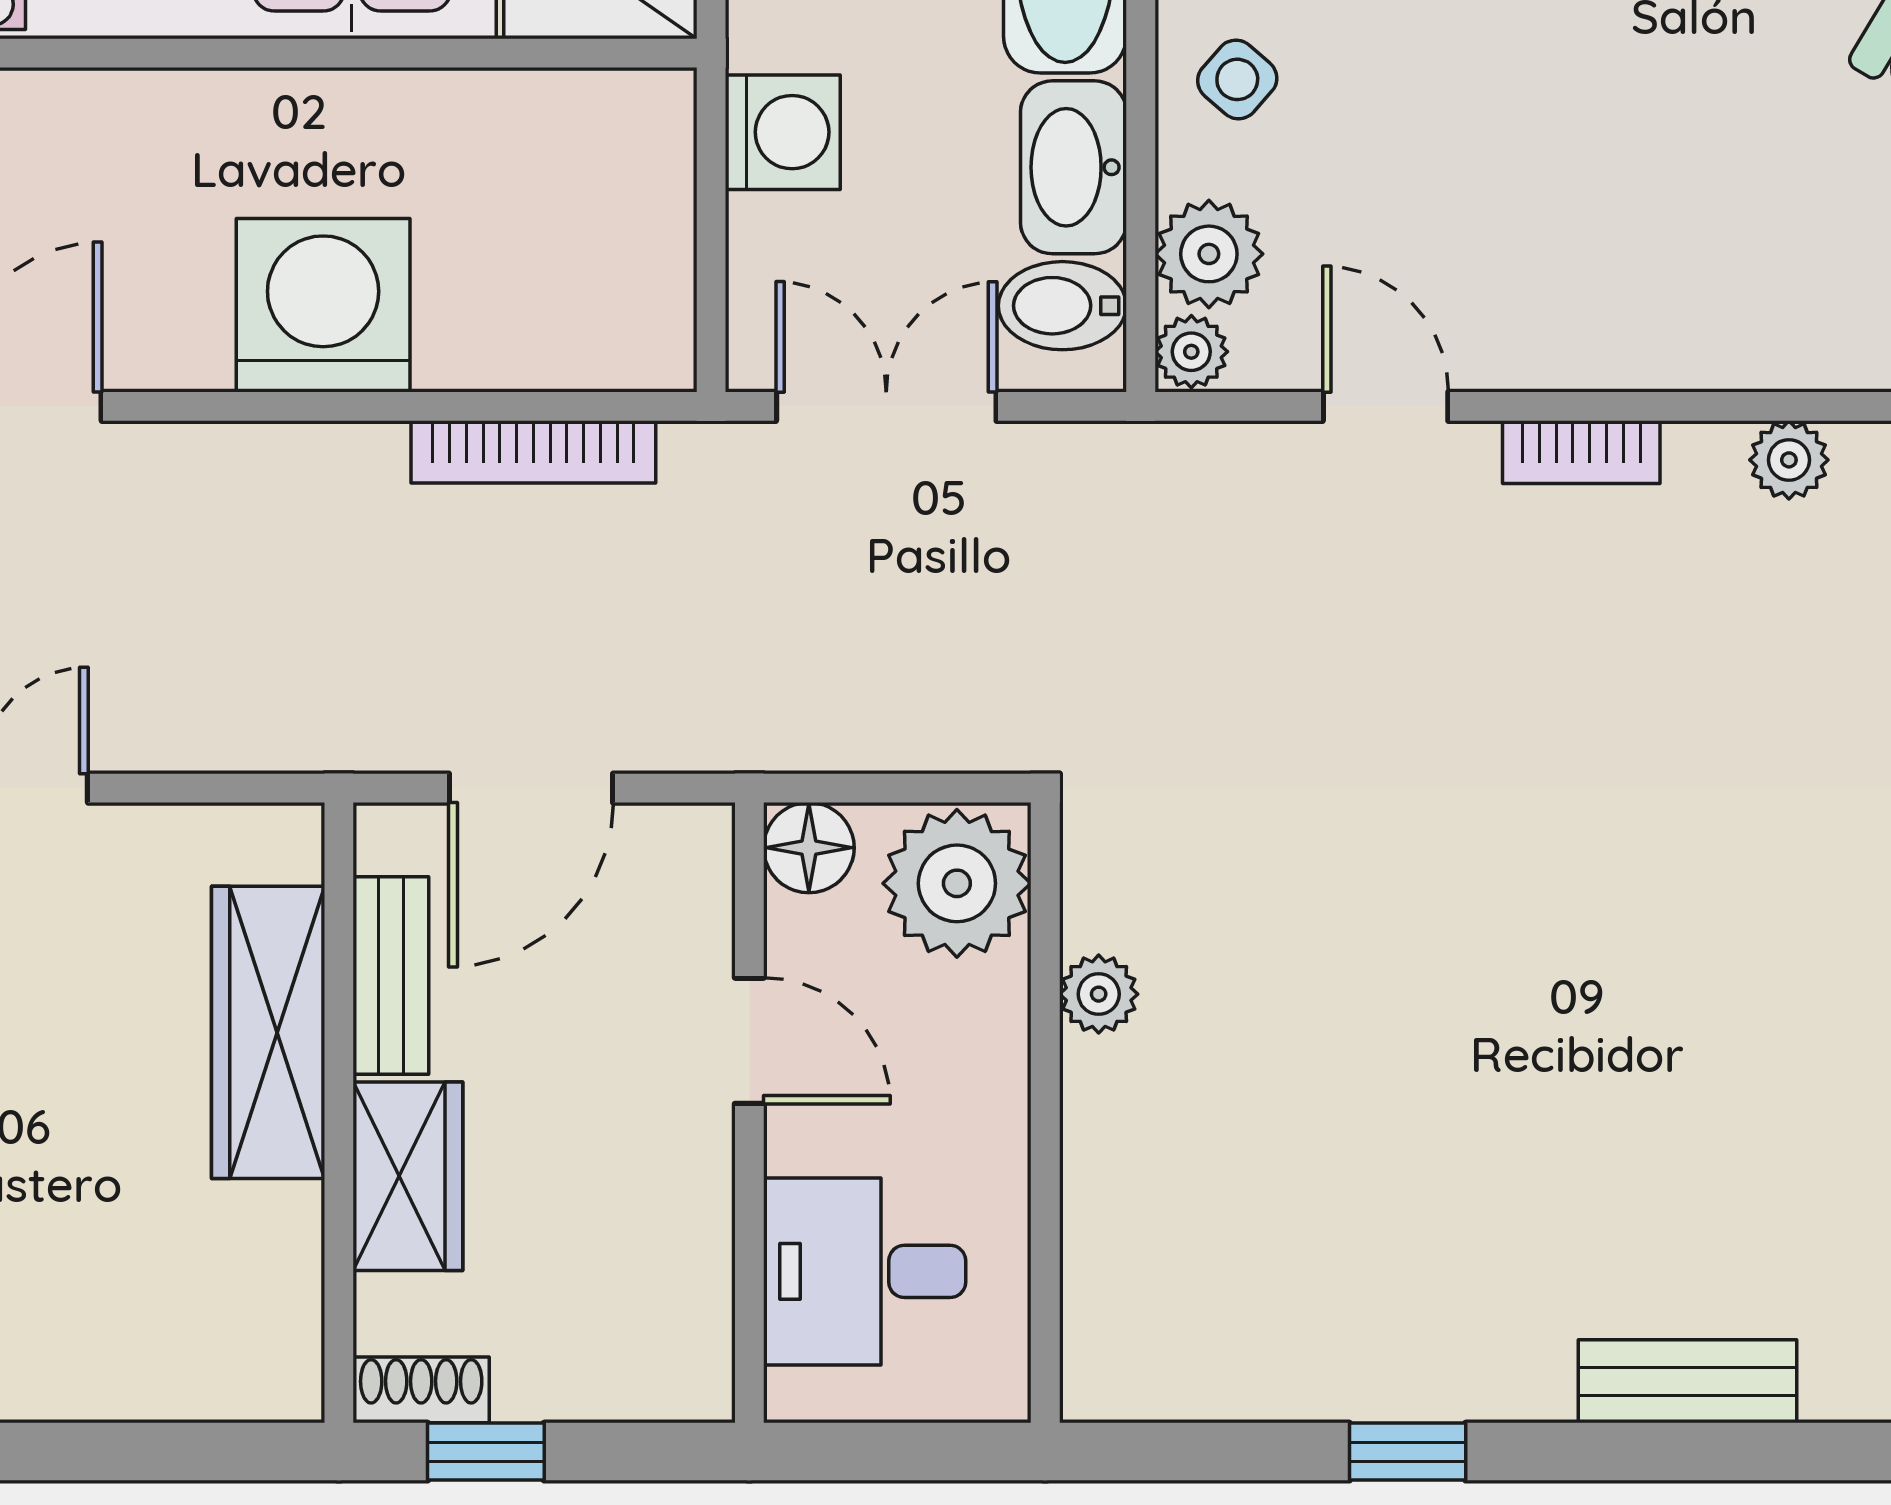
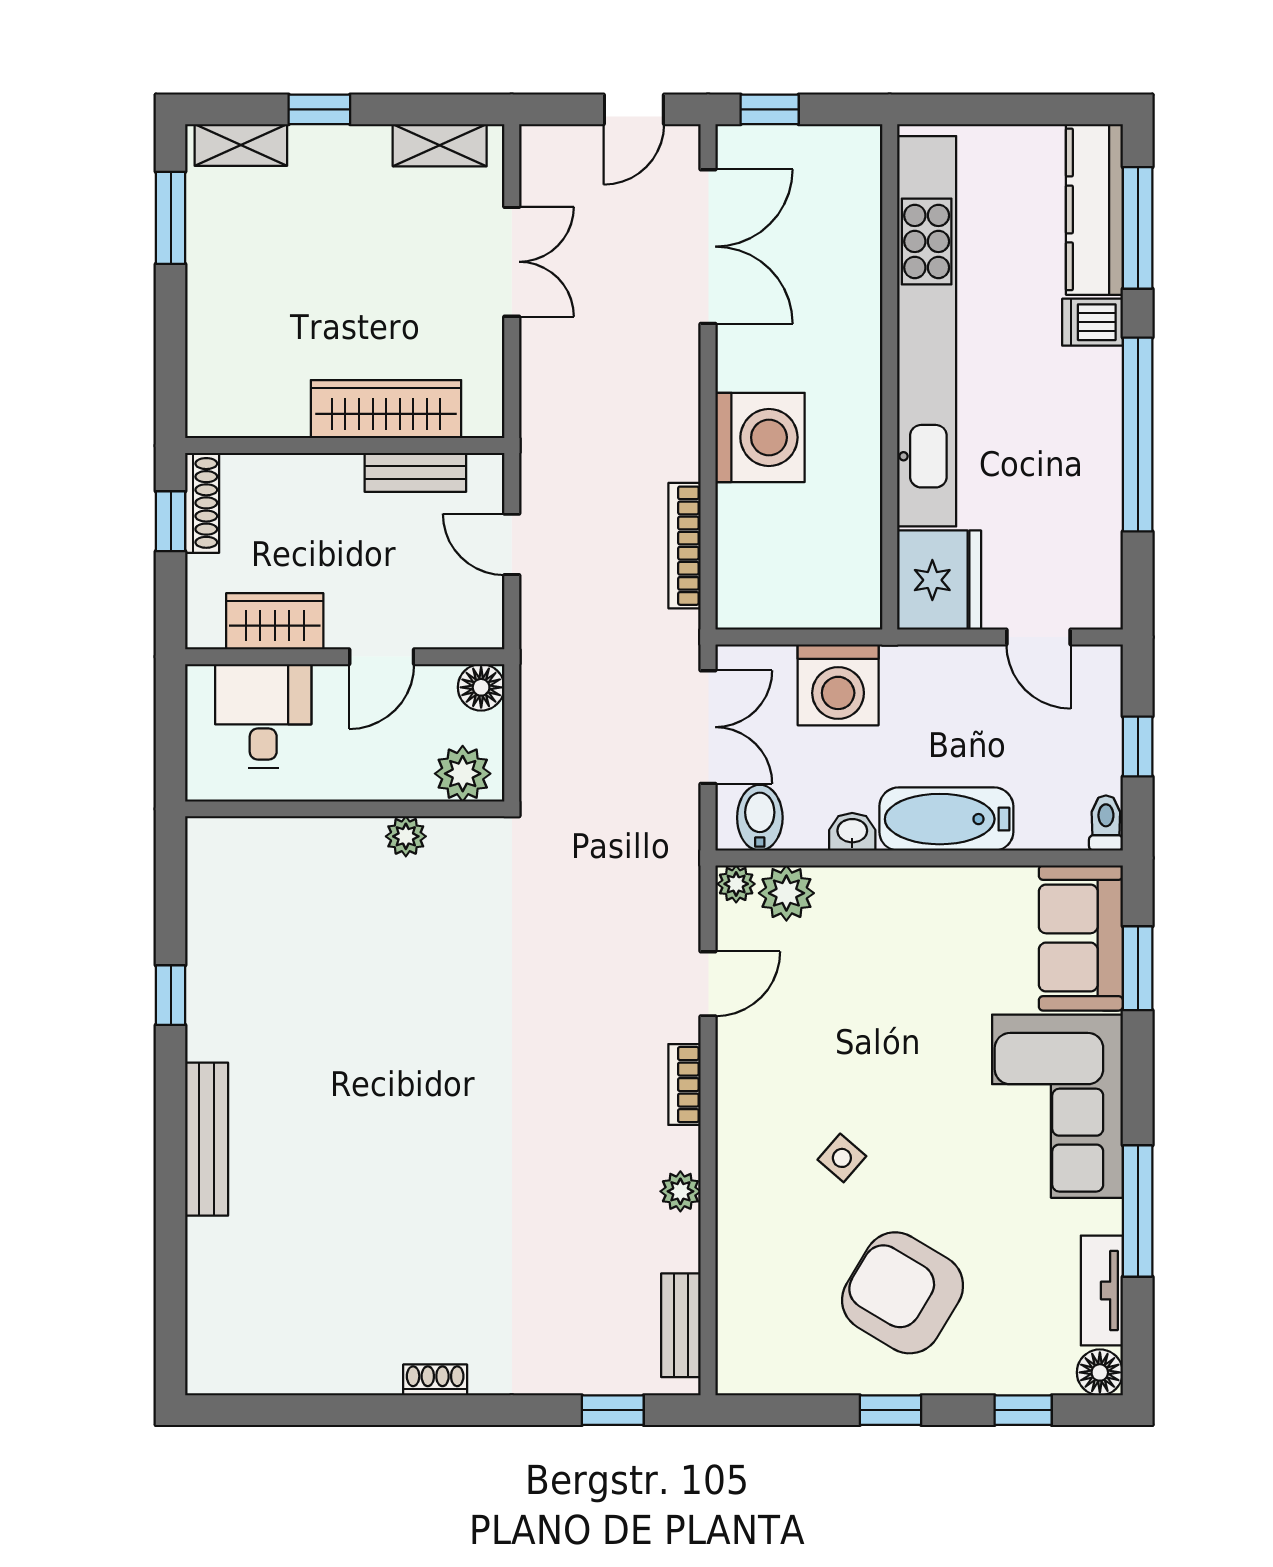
side table: (1237, 79) -> (842, 1158), moved
washing machine: (783, 132) -> (838, 685), width x1.37, depth x1.37
washbasin: (1073, 167) -> (852, 832), width x0.52, depth x0.69
door: (531, 788) -> (512, 544), width x0.73
plant: (957, 883) -> (463, 774), width x0.73, depth x0.73
wardrobe: (408, 1176) -> (275, 621), moved, turned 180
bench: (1687, 1381) -> (207, 1139), width x1.36
shoe rack: (421, 1390) -> (202, 503), width x1.43

